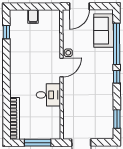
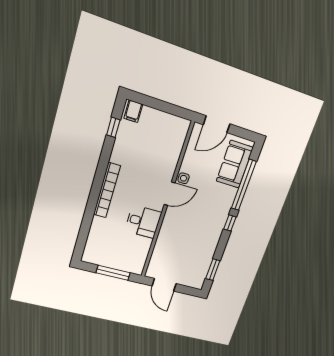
filing cabinet: (33, 17) -> (133, 111), moved
bookcase: (15, 118) -> (107, 190), moved

